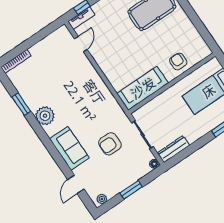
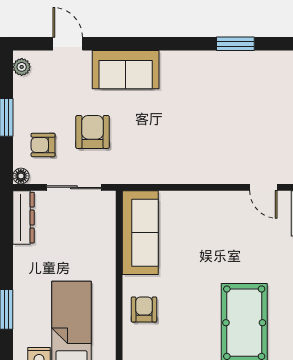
armchair: (178, 61) -> (144, 310), turned -90
plant: (45, 116) -> (196, 67), removed
armchair: (132, 163) -> (43, 145), added

